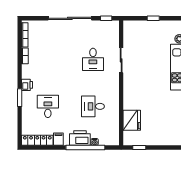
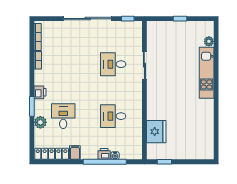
desk: (93, 59) -> (113, 64), turned 90
plant: (27, 112) -> (40, 122), added
printer: (80, 138) -> (104, 154), width x0.53, depth x0.68

